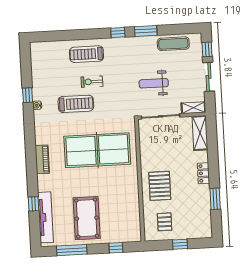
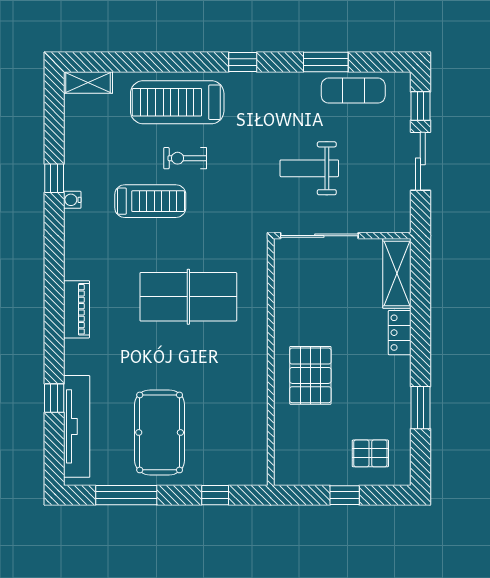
window: (146, 31) -> (326, 62), moved
treadmill: (87, 54) -> (177, 102), width x1.37, depth x1.38
shelving: (193, 108) -> (88, 82), moved
table tennis table: (97, 150) -> (188, 297), width x0.73, depth x0.76
locker: (203, 173) -> (400, 333), moved
pallet: (165, 222) -> (370, 453), moved, turned 90

